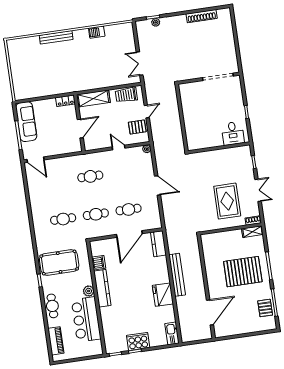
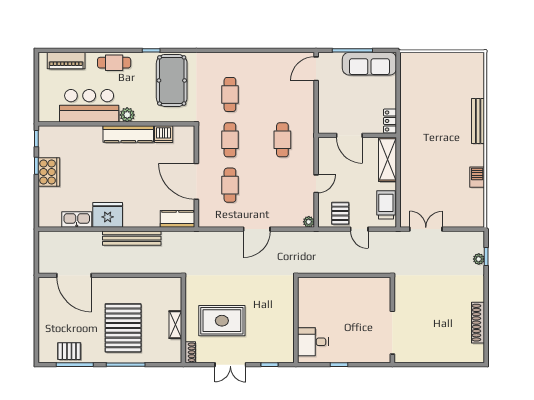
shelving: (252, 232) -> (175, 325), moved
kitchen sink: (172, 333) -> (77, 220), moved

